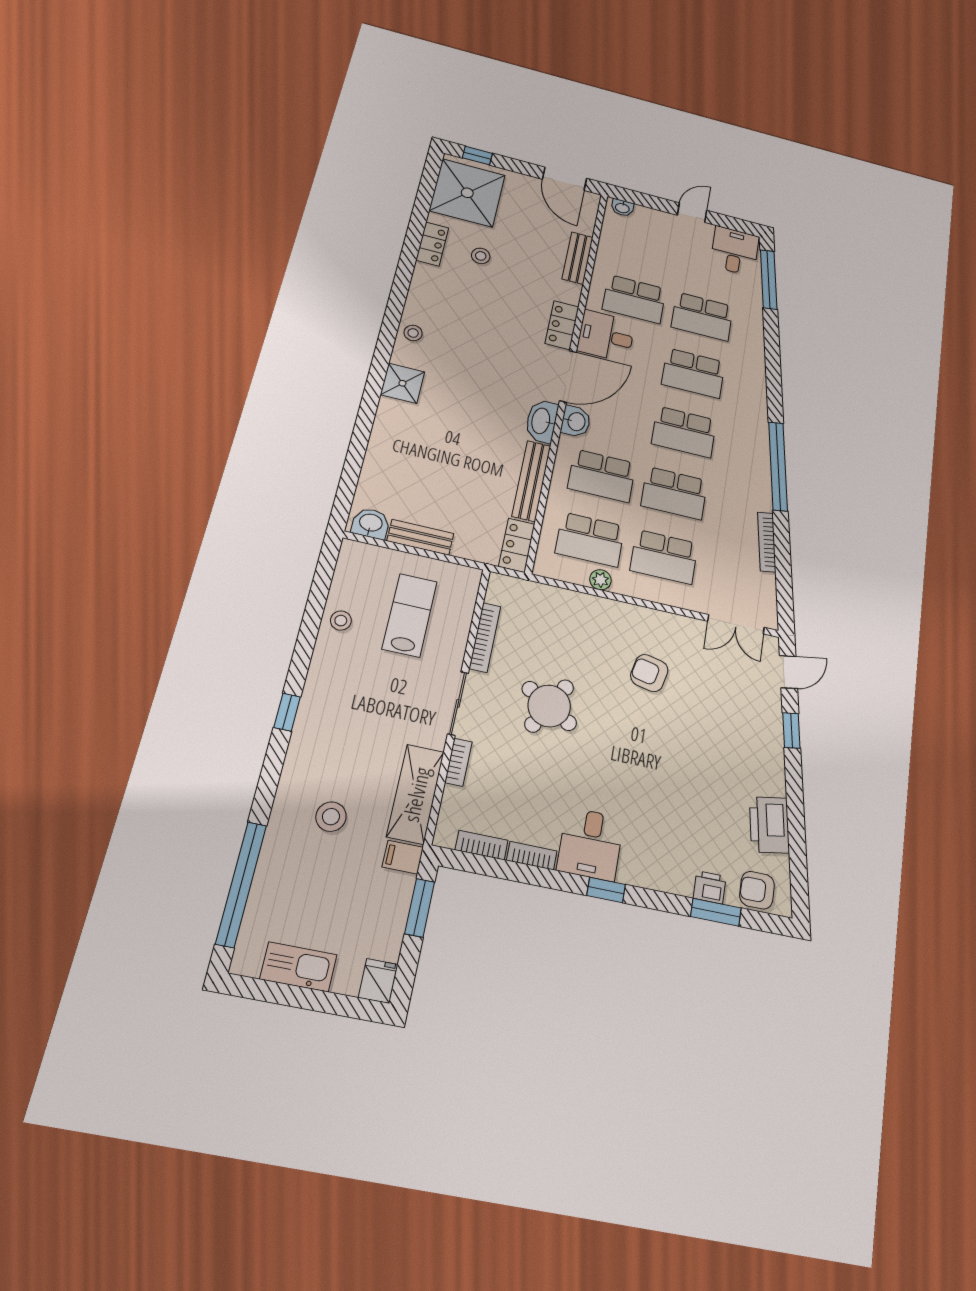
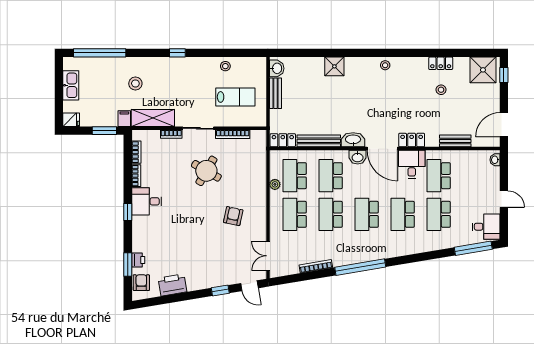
shower: (467, 193) -> (483, 70), width x0.73, depth x0.73
shower: (402, 383) -> (334, 66), moved

